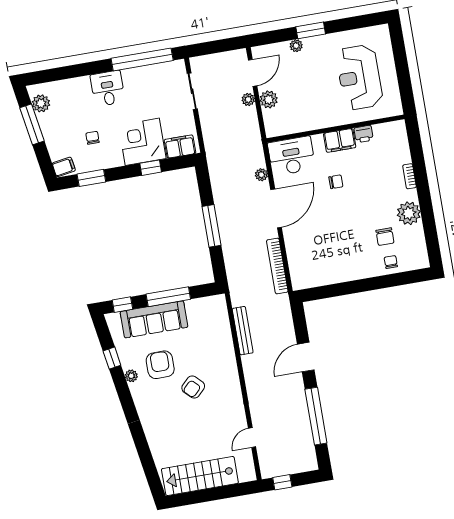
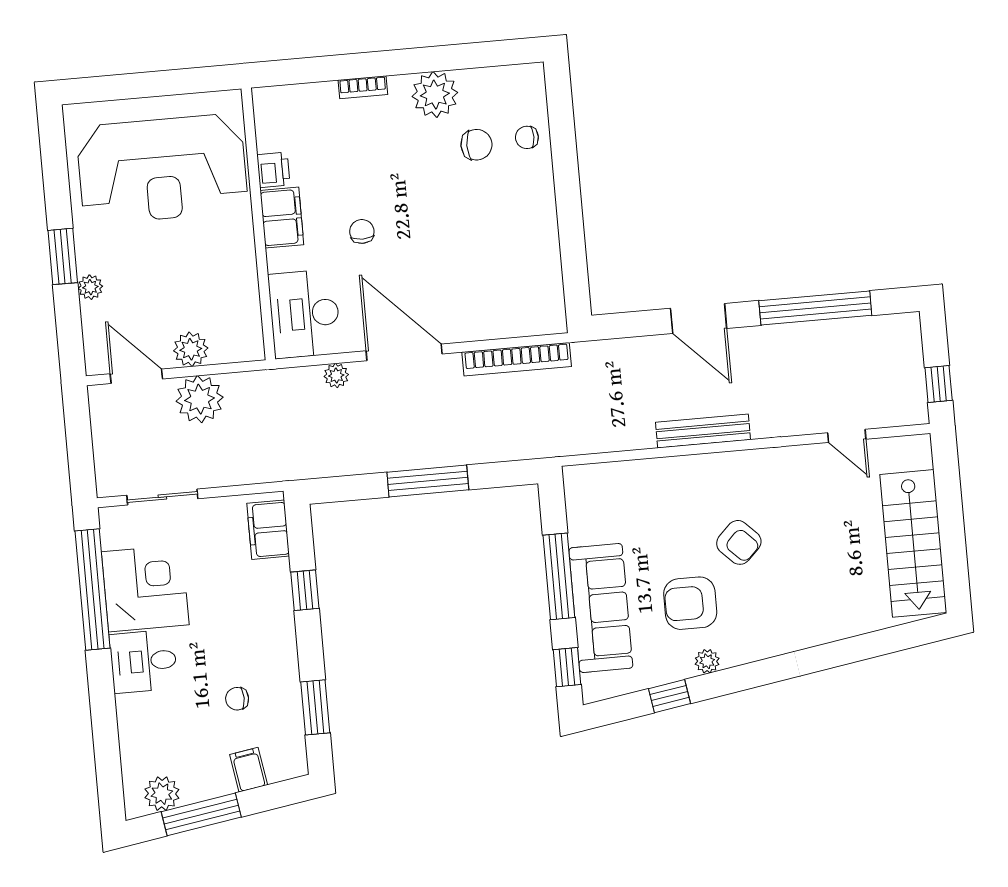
reception desk: (359, 77) -> (162, 169), width x1.36, depth x1.30
plant: (248, 99) -> (200, 399), width x1.87, depth x1.87
corner desk: (142, 142) -> (145, 588), moved, turned 180
filing cabinet: (64, 167) -> (249, 770), moved
bench: (243, 331) -> (703, 431), moved

